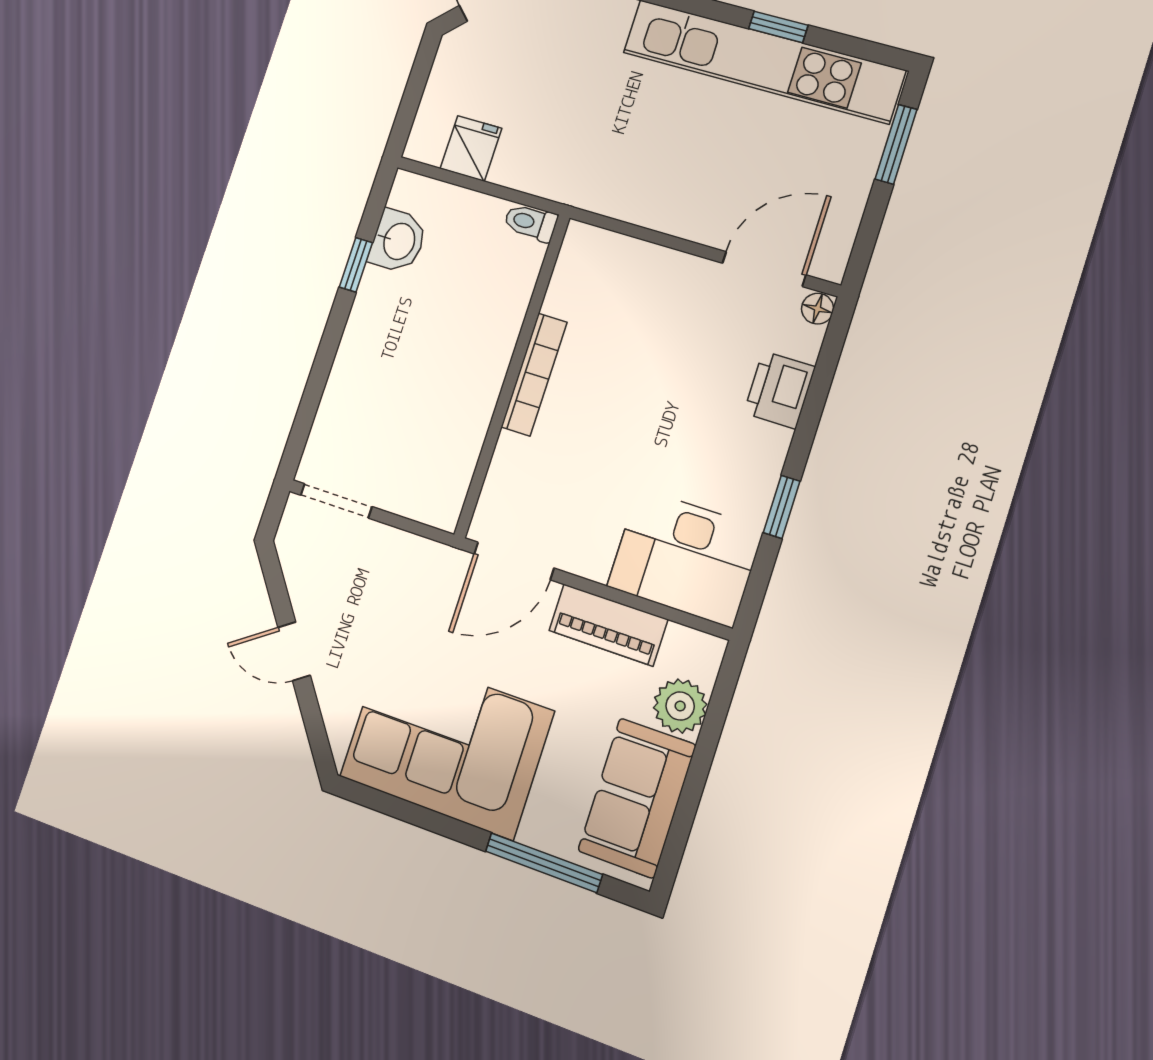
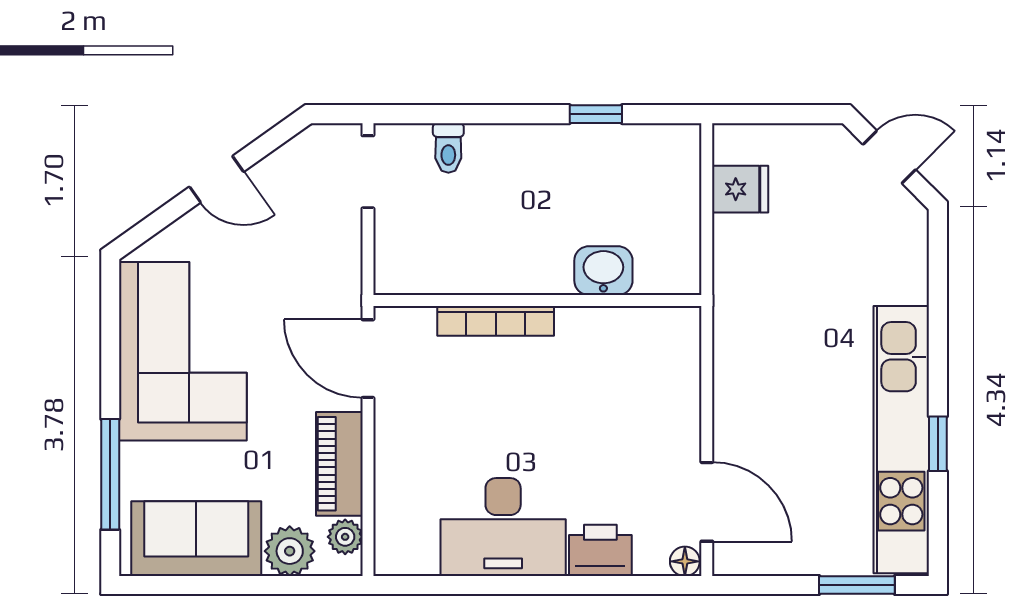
toilet: (531, 222) -> (448, 148), moved, turned 180
washbasin: (398, 241) -> (603, 271), moved, turned 180
bookcase: (534, 375) -> (496, 321), moved
window: (782, 507) -> (496, 585), removed
desk: (685, 558) -> (503, 527), moved, turned -90
plant: (684, 644) -> (345, 537), added
door: (294, 651) -> (216, 179), swing flipped

